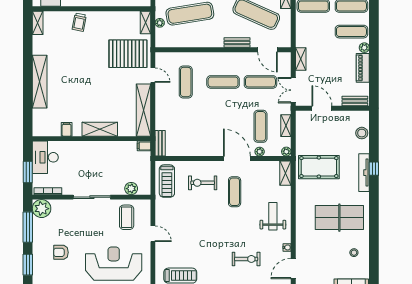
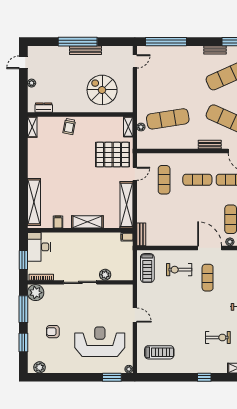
door: (153, 75) -> (135, 174), hinge flipped
shelving: (40, 82) -> (34, 202), moved
plant: (131, 189) -> (105, 275), moved
coffee table: (127, 217) -> (111, 300), removed

